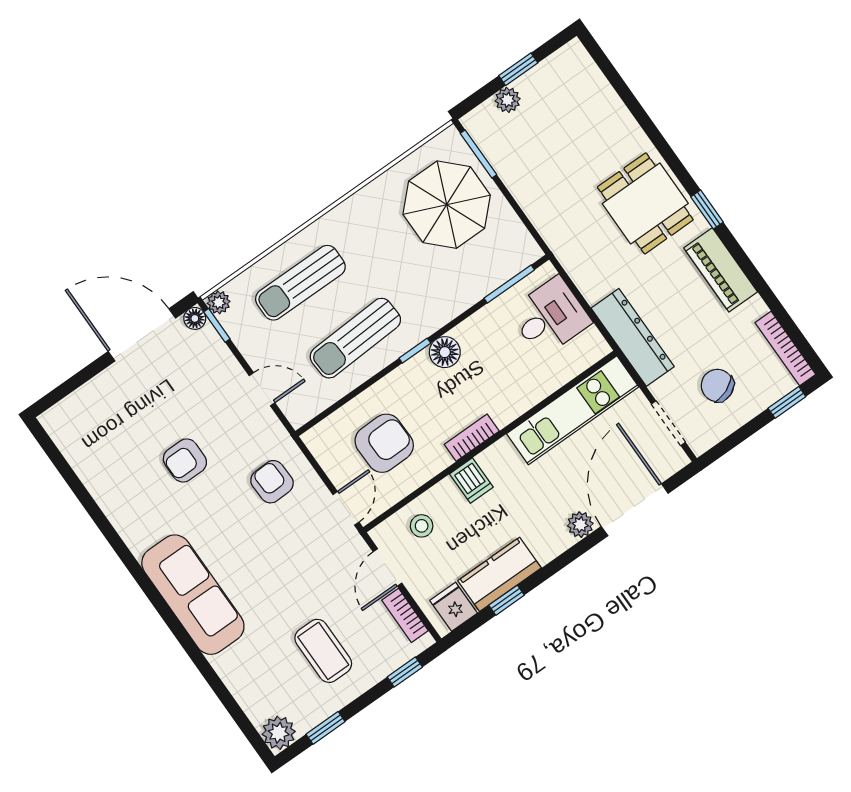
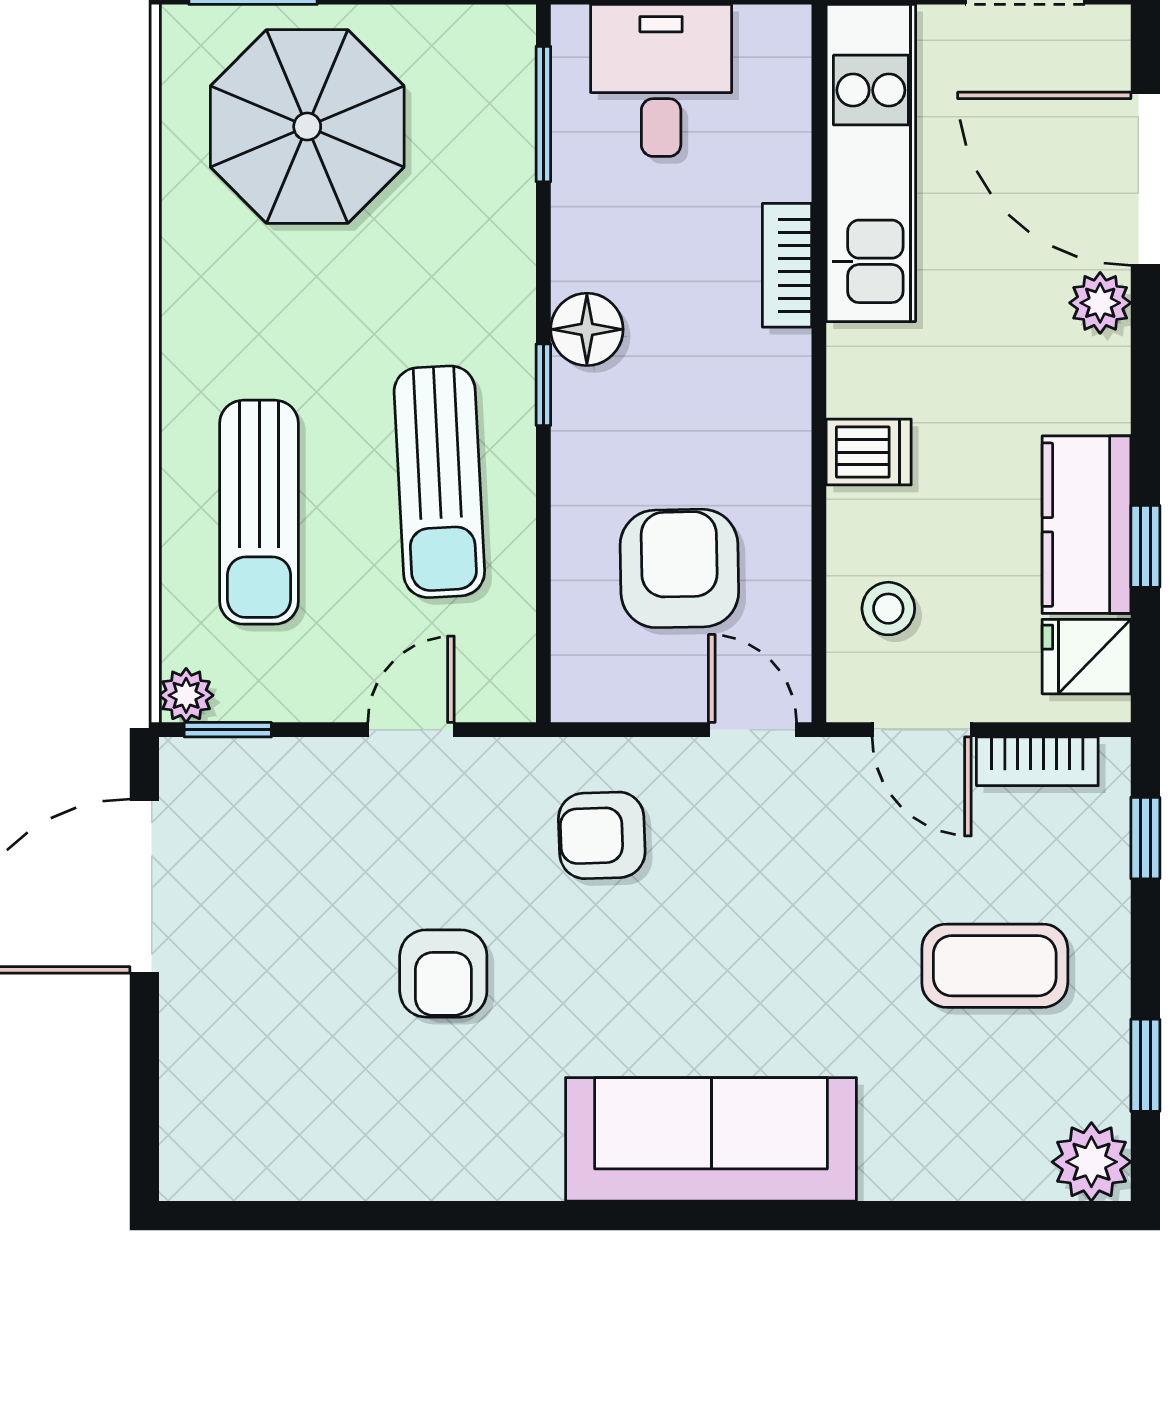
floor lamp: (195, 318) -> (185, 763), removed
bookcase: (472, 438) -> (787, 265), moved

